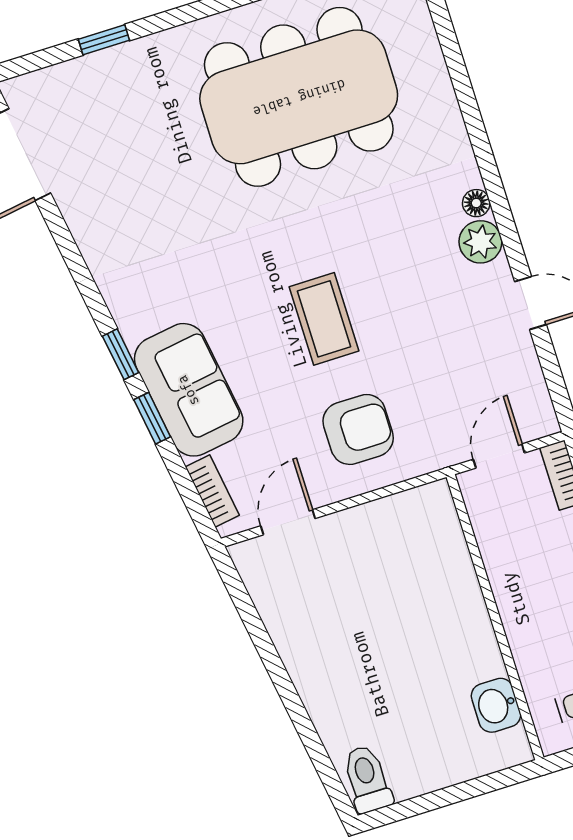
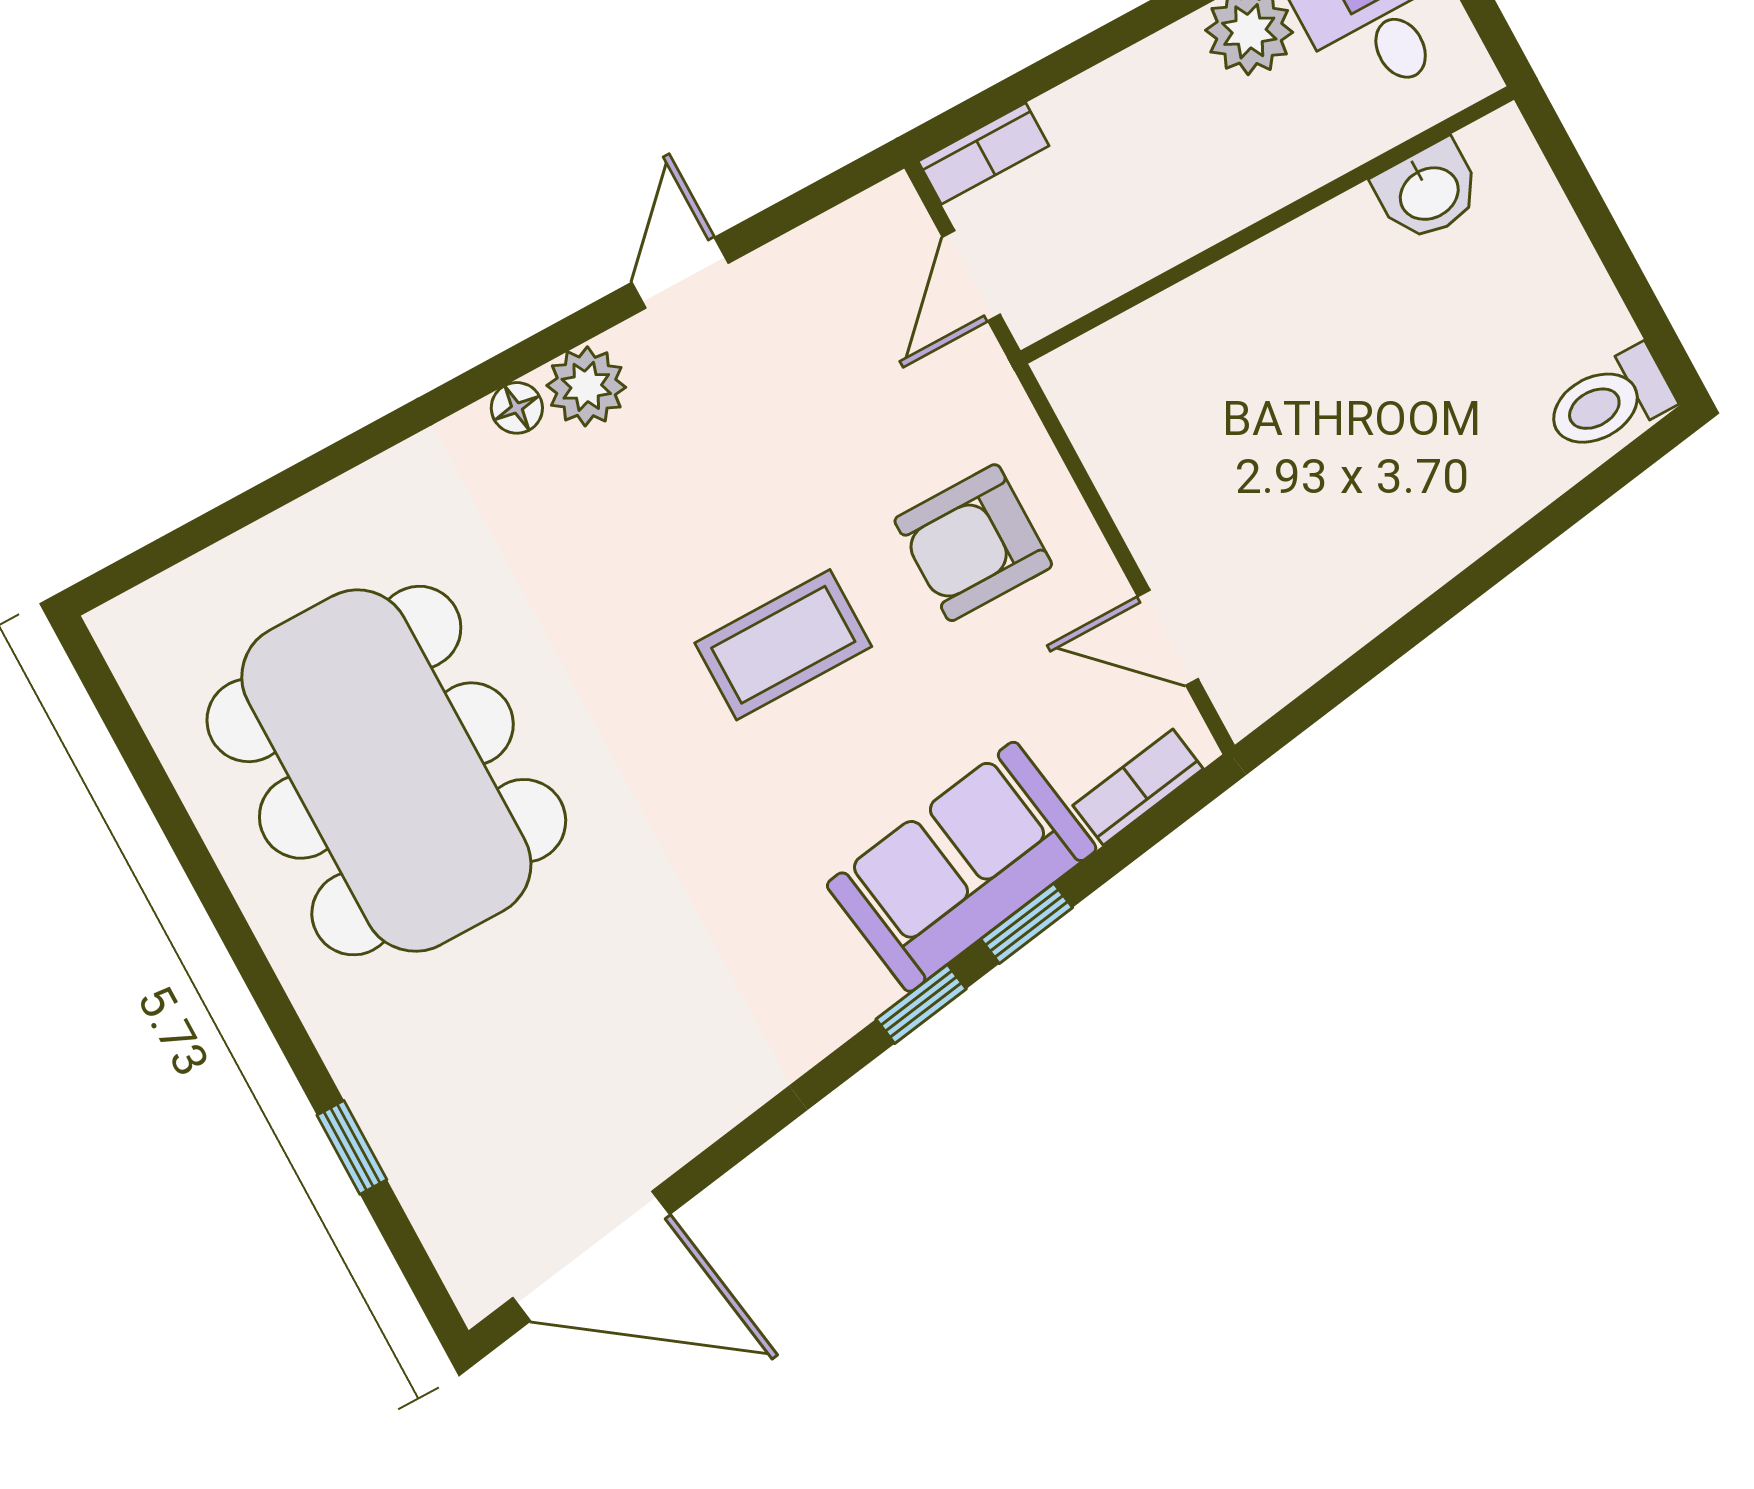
armchair: (358, 429) -> (973, 543), turned -90
door: (499, 456) -> (971, 276), hinge flipped

